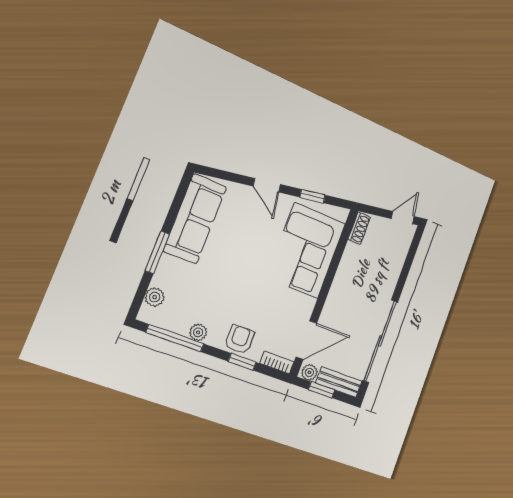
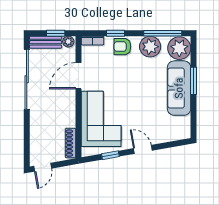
sofa: (195, 219) -> (179, 88), moved
shoe rack: (359, 228) -> (71, 143), width x1.43
plant: (155, 297) -> (179, 48), width x1.87, depth x1.87
plant: (198, 332) -> (150, 47), width x1.88, depth x1.88
armchair: (240, 339) -> (122, 47), turned 90
door: (306, 340) -> (78, 76), moved

